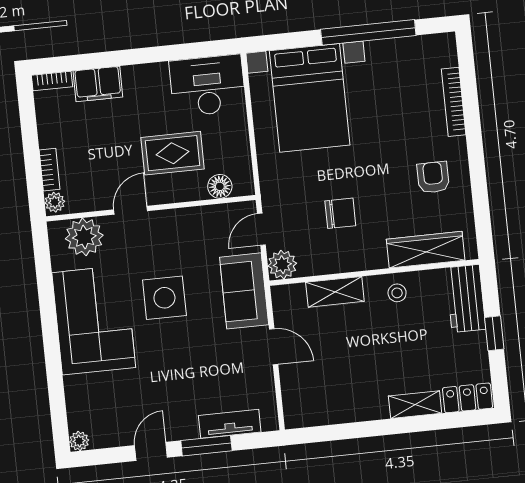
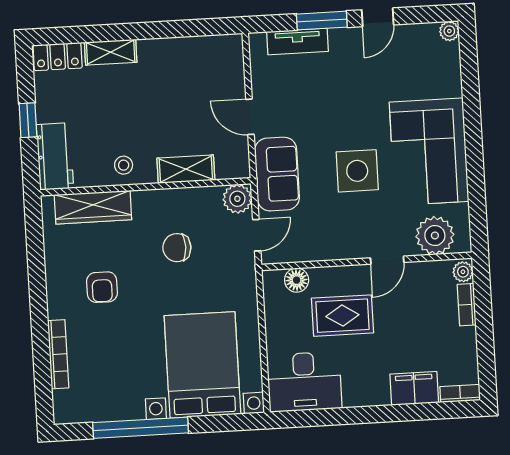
armchair: (433, 177) -> (102, 287), moved

